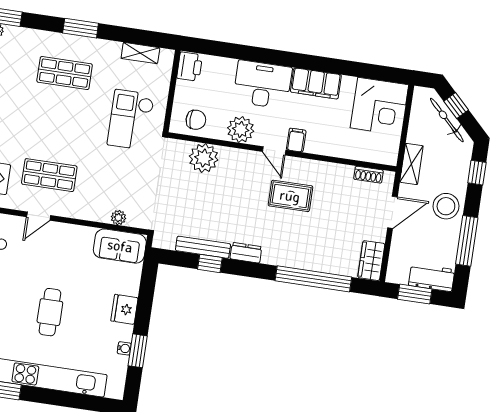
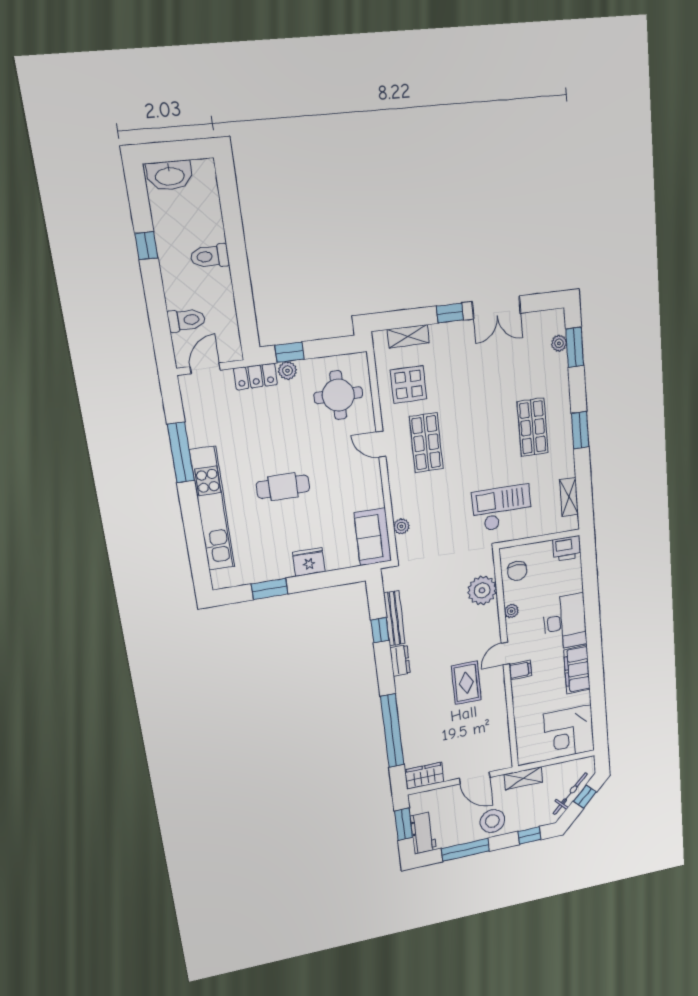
plant: (241, 129) -> (511, 611), width x0.53, depth x0.53
shoe rack: (368, 175) -> (504, 745), removed
water cooler: (124, 348) -> (268, 575), removed

